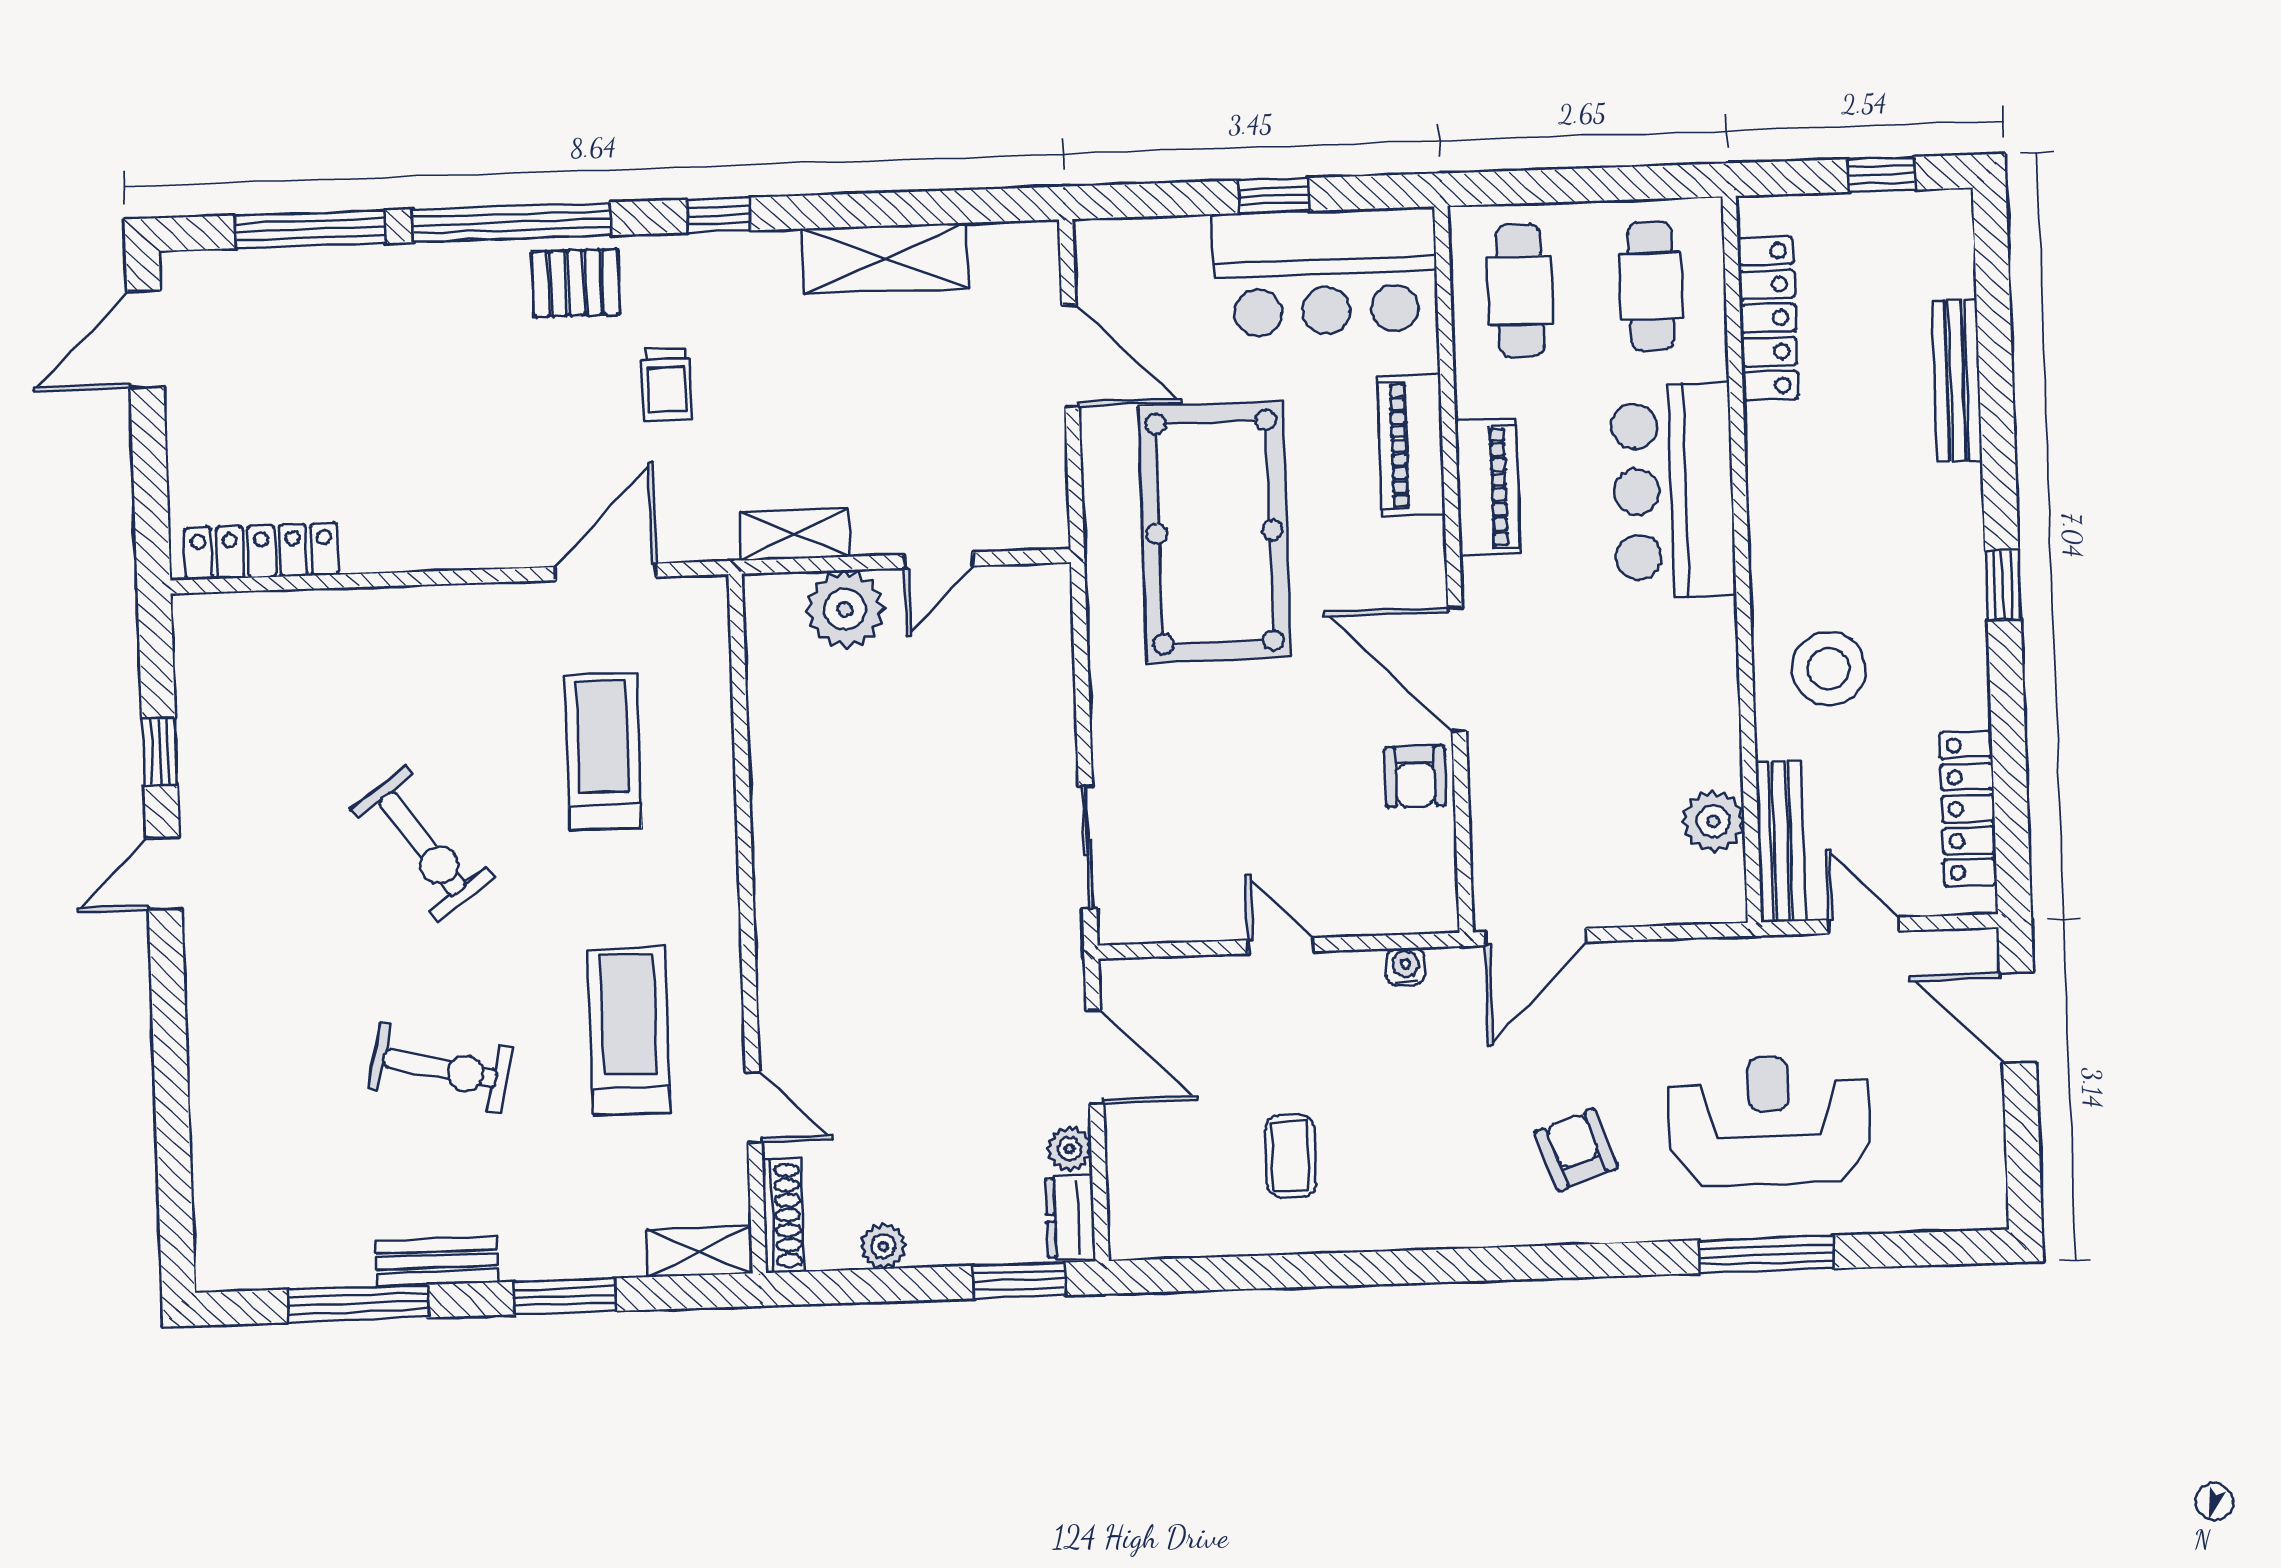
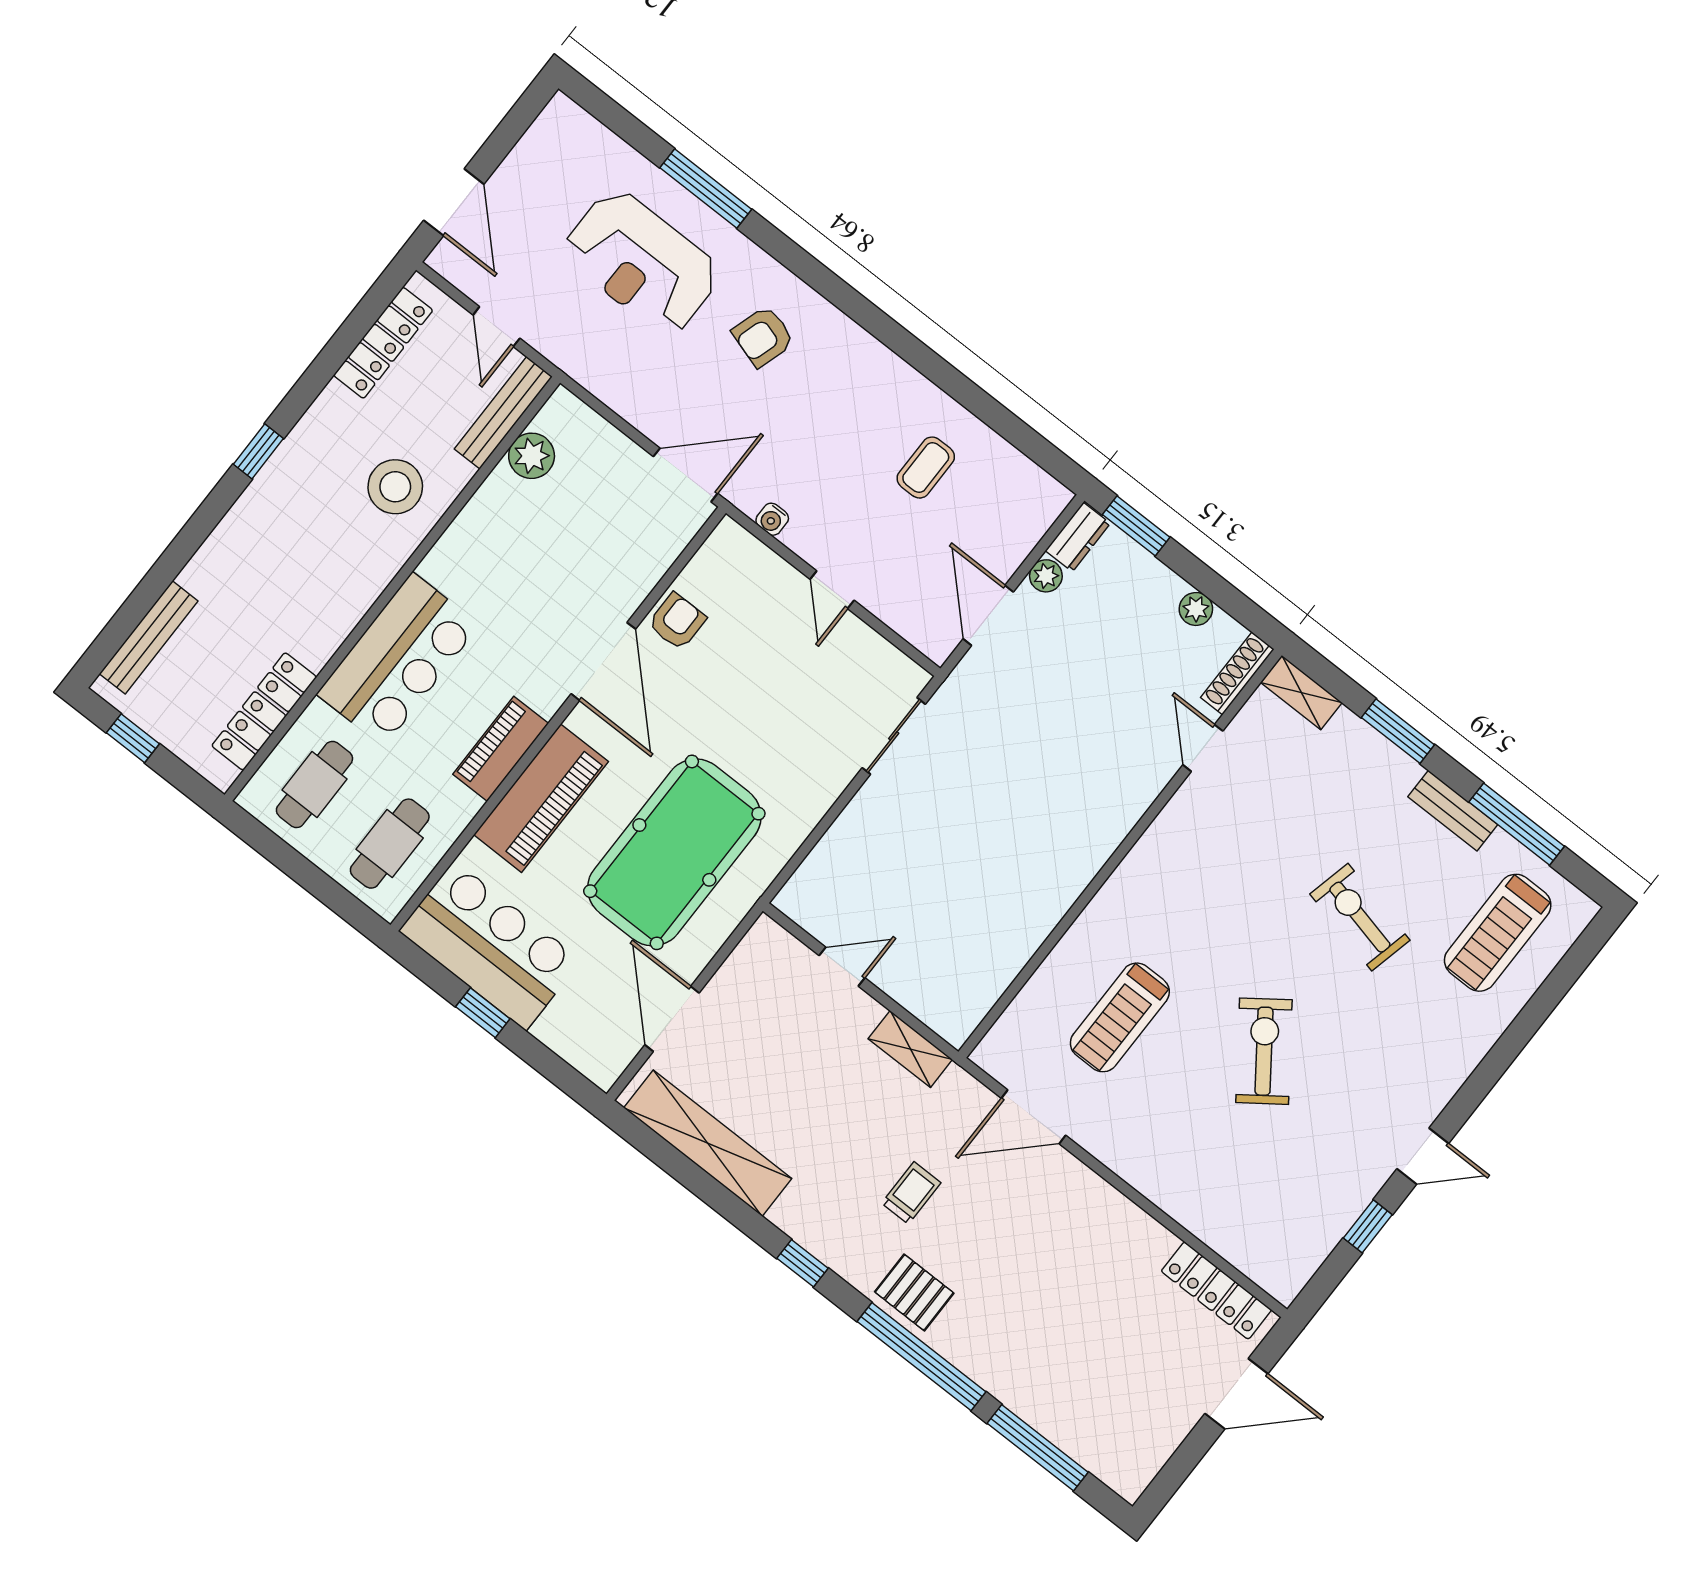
shelving: (885, 258) -> (708, 1143), width x1.47
door: (145, 339) -> (1236, 1394), moved
bench: (1957, 381) -> (149, 637), moved
piano: (1411, 445) -> (541, 798), width x1.37, depth x1.33
plant: (845, 609) -> (917, 983), removed
treadmill: (629, 1031) -> (1498, 933), moved
armchair: (1576, 1150) -> (763, 337), turned 37

